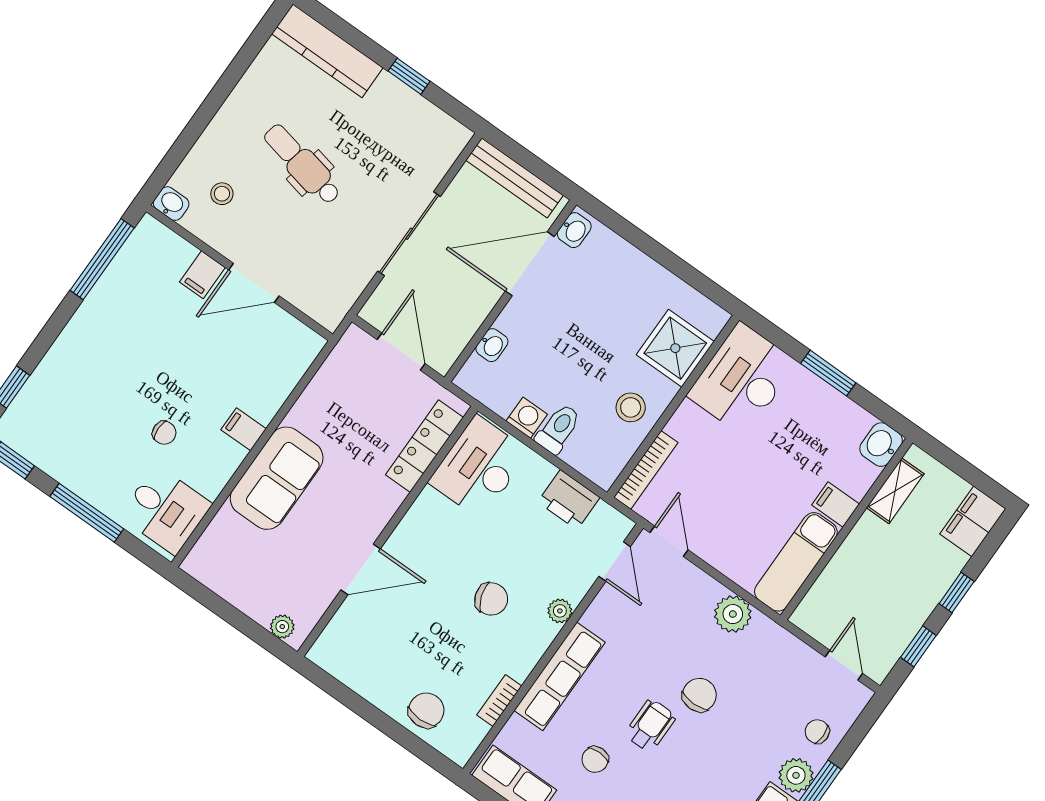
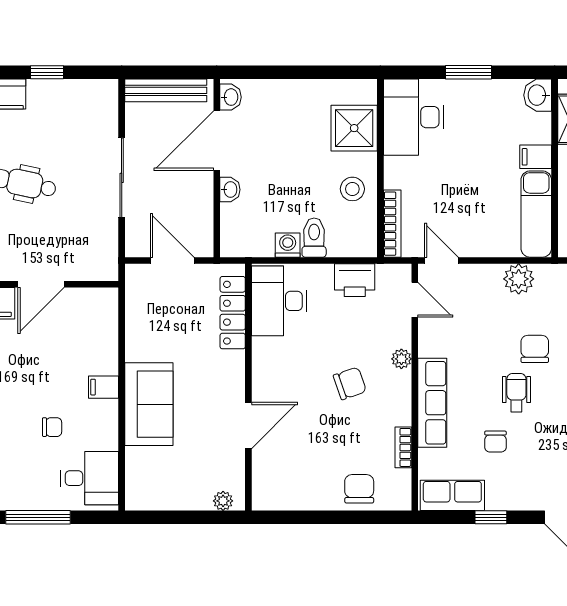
washbasin: (492, 345) -> (230, 190), moved

